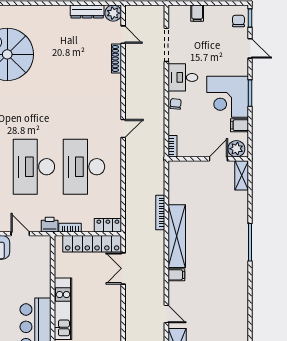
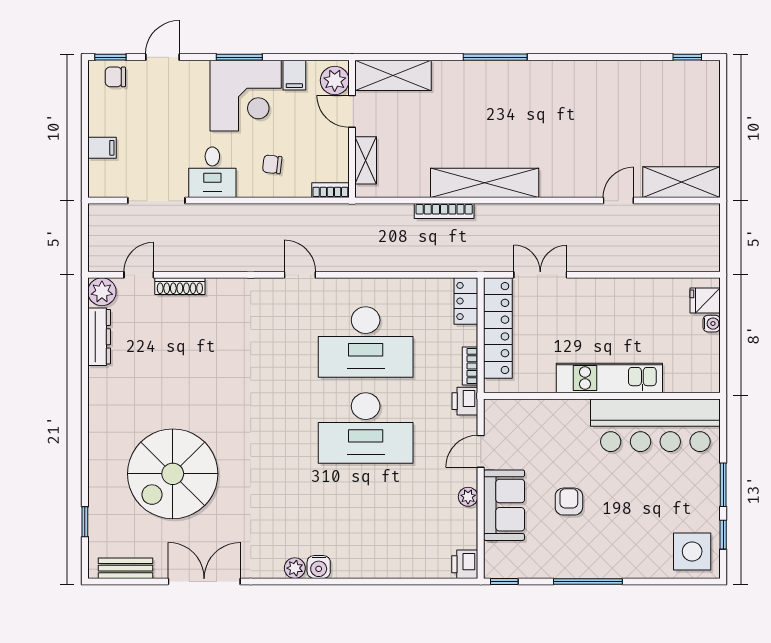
chair: (176, 104) -> (272, 164), moved
shelving: (190, 167) -> (366, 160), added
shelving: (242, 175) -> (393, 75), width x1.50, depth x1.33
double door: (123, 268) -> (540, 275), swing flipped
filing cabinet: (176, 275) -> (551, 183), removed

